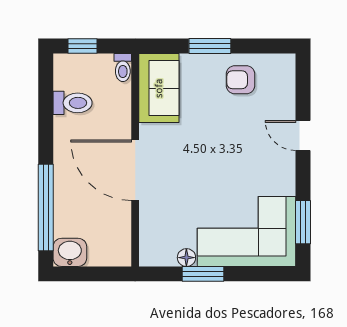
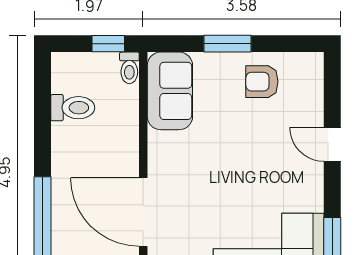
window: (83, 46) -> (108, 44), moved
door: (135, 170) -> (143, 212), moved

